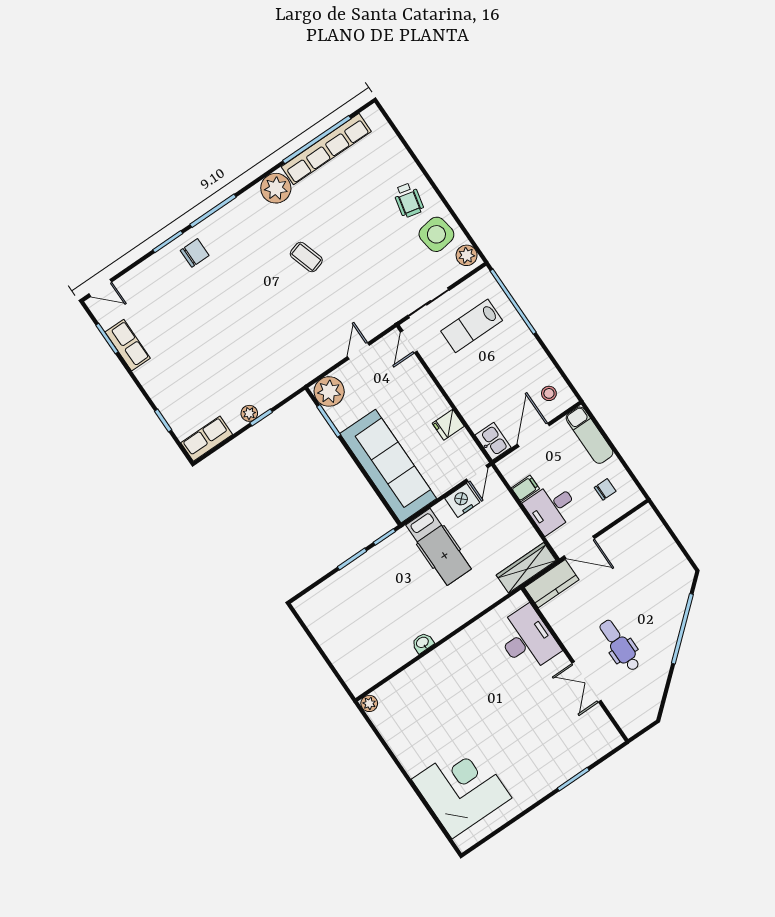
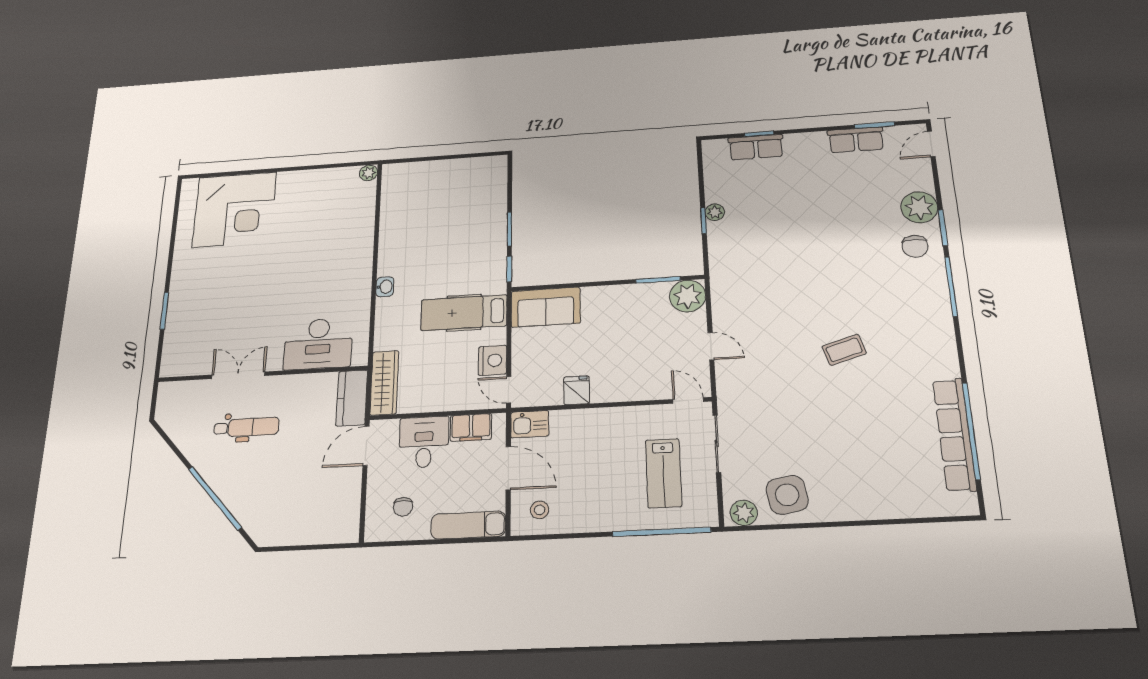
plant: (276, 188) -> (919, 207), moved
wheelchair: (408, 200) -> (844, 488), removed
lab bench: (472, 326) -> (664, 473), turned 180
row of seats: (207, 439) -> (756, 147), moved, turned 90
sofa: (388, 466) -> (546, 307), width x0.54, depth x0.79
filing cabinet: (525, 488) -> (471, 427), width x2.00
washbasin: (423, 643) -> (385, 287), moved

